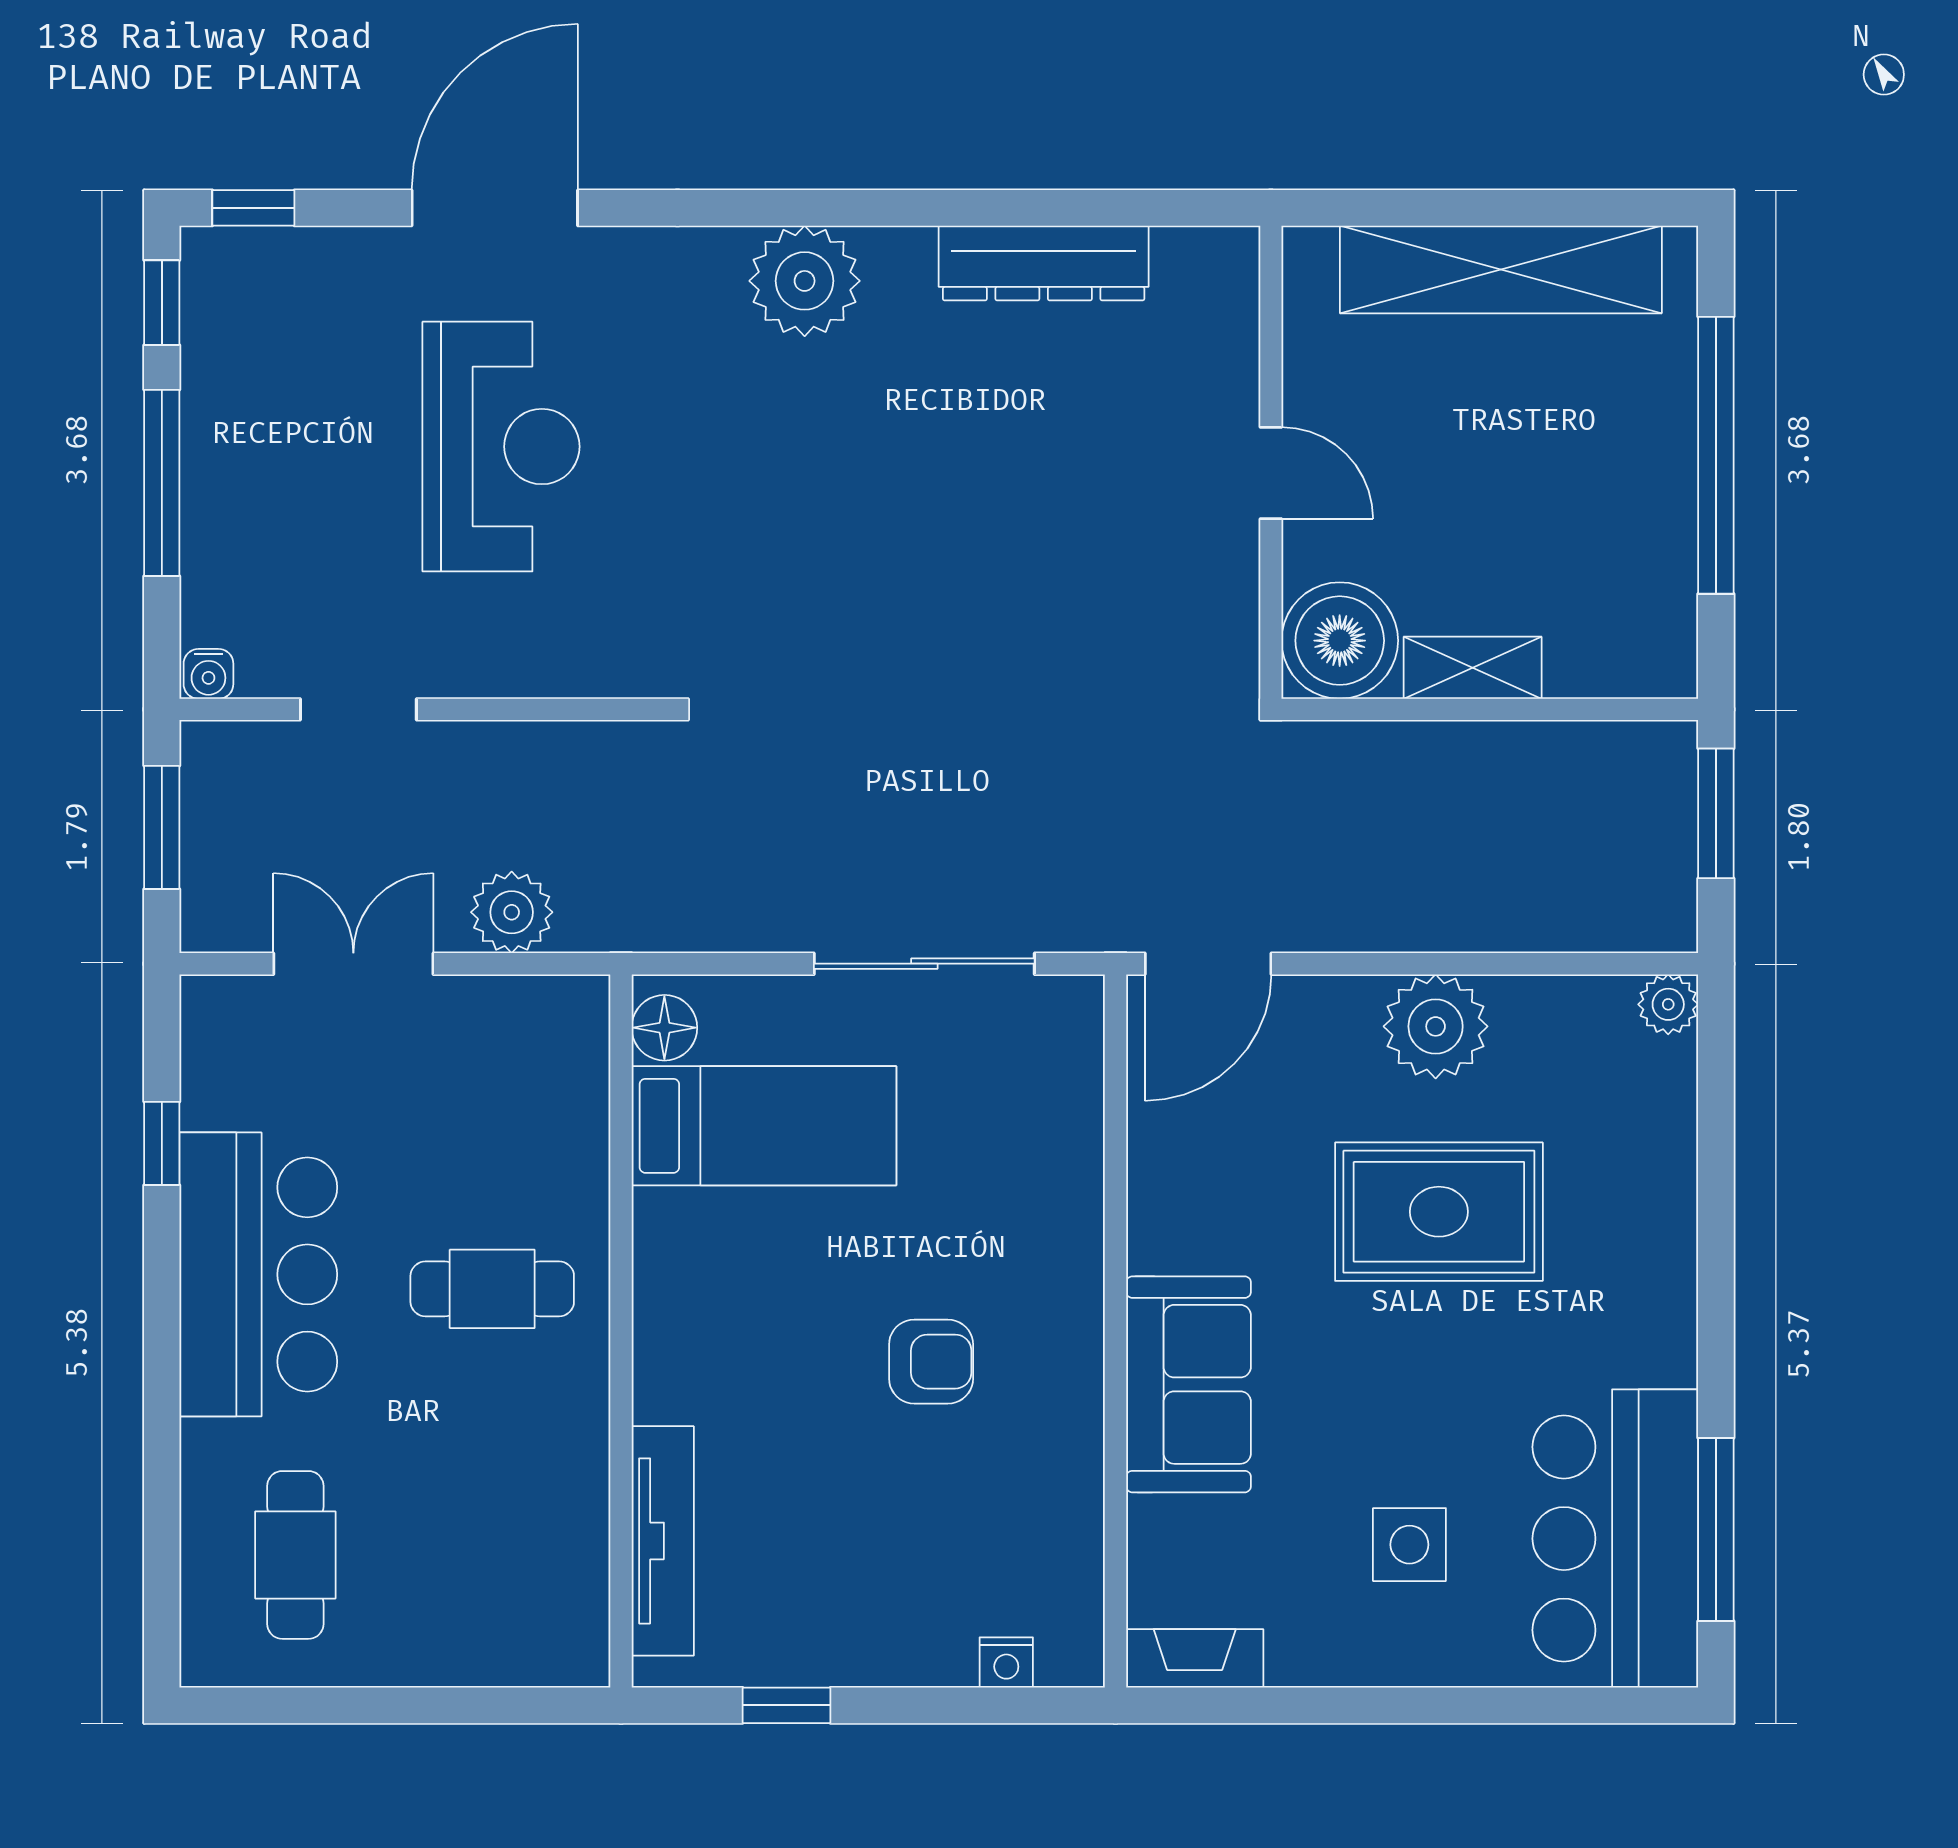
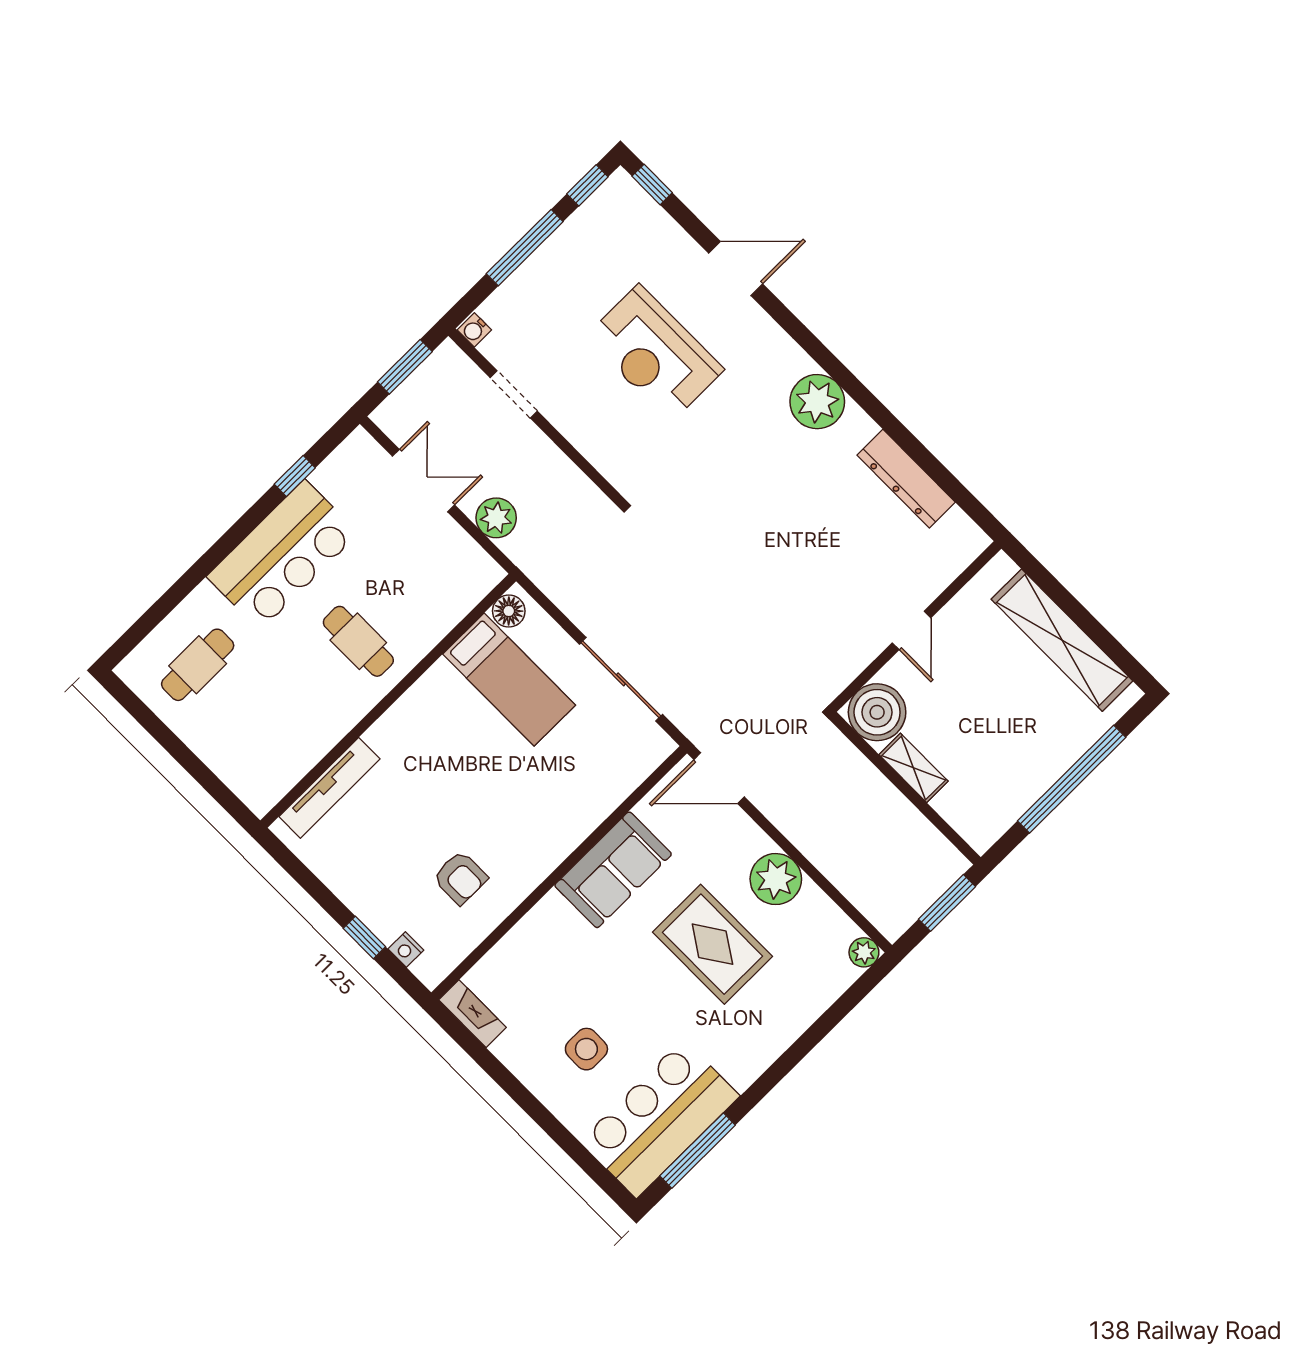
door: (495, 208) -> (736, 268), width x0.73
reception desk: (501, 447) -> (655, 353), turned 90
armchair: (931, 1362) -> (460, 878), moved
sofa: (1189, 1384) -> (613, 870), moved
window: (786, 1705) -> (364, 937), moved

